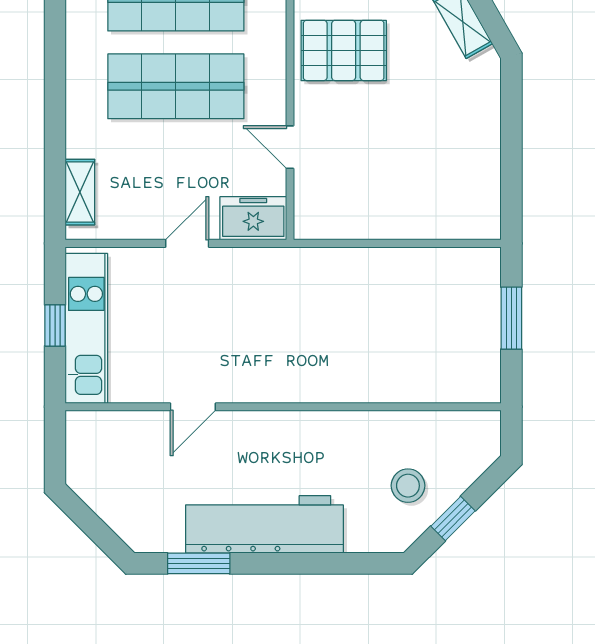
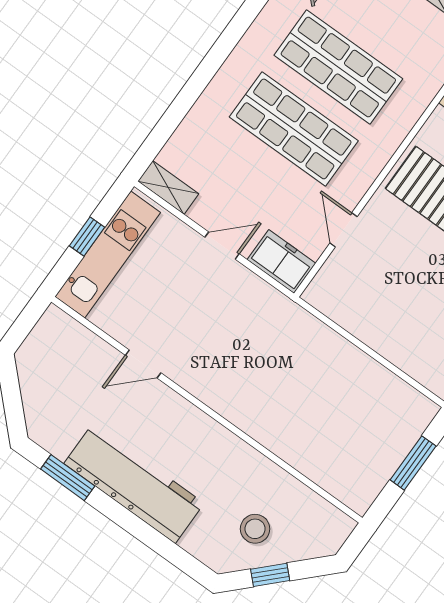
shelving: (80, 192) -> (168, 188), moved, turned 90

